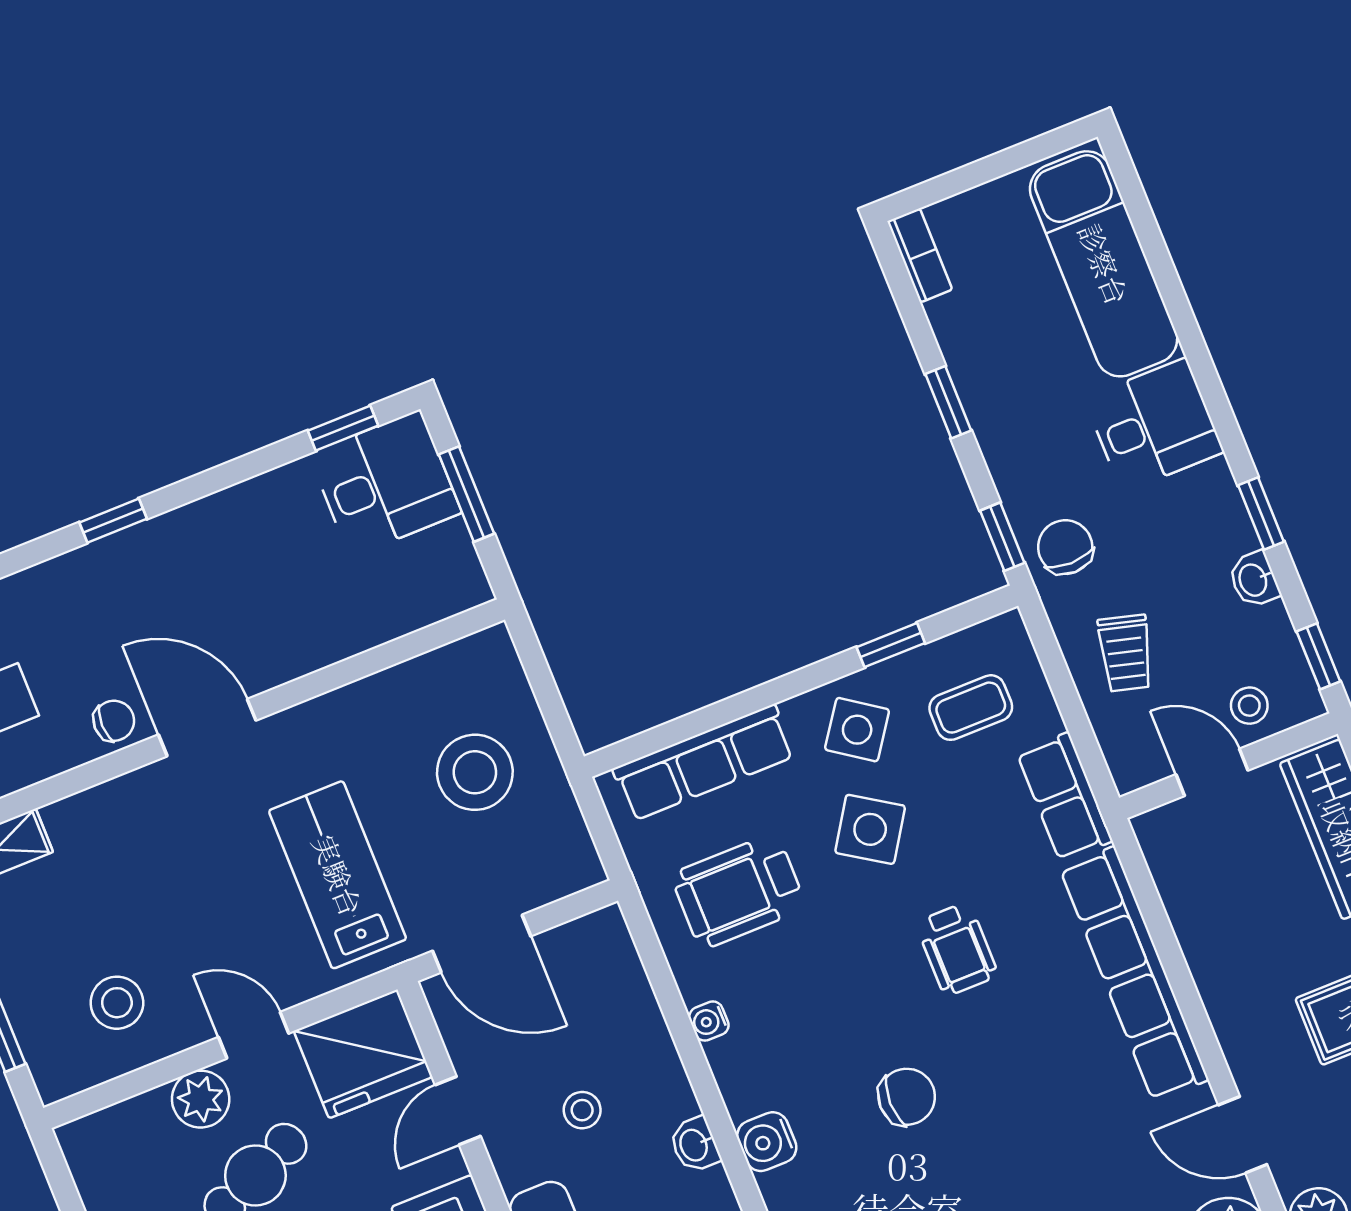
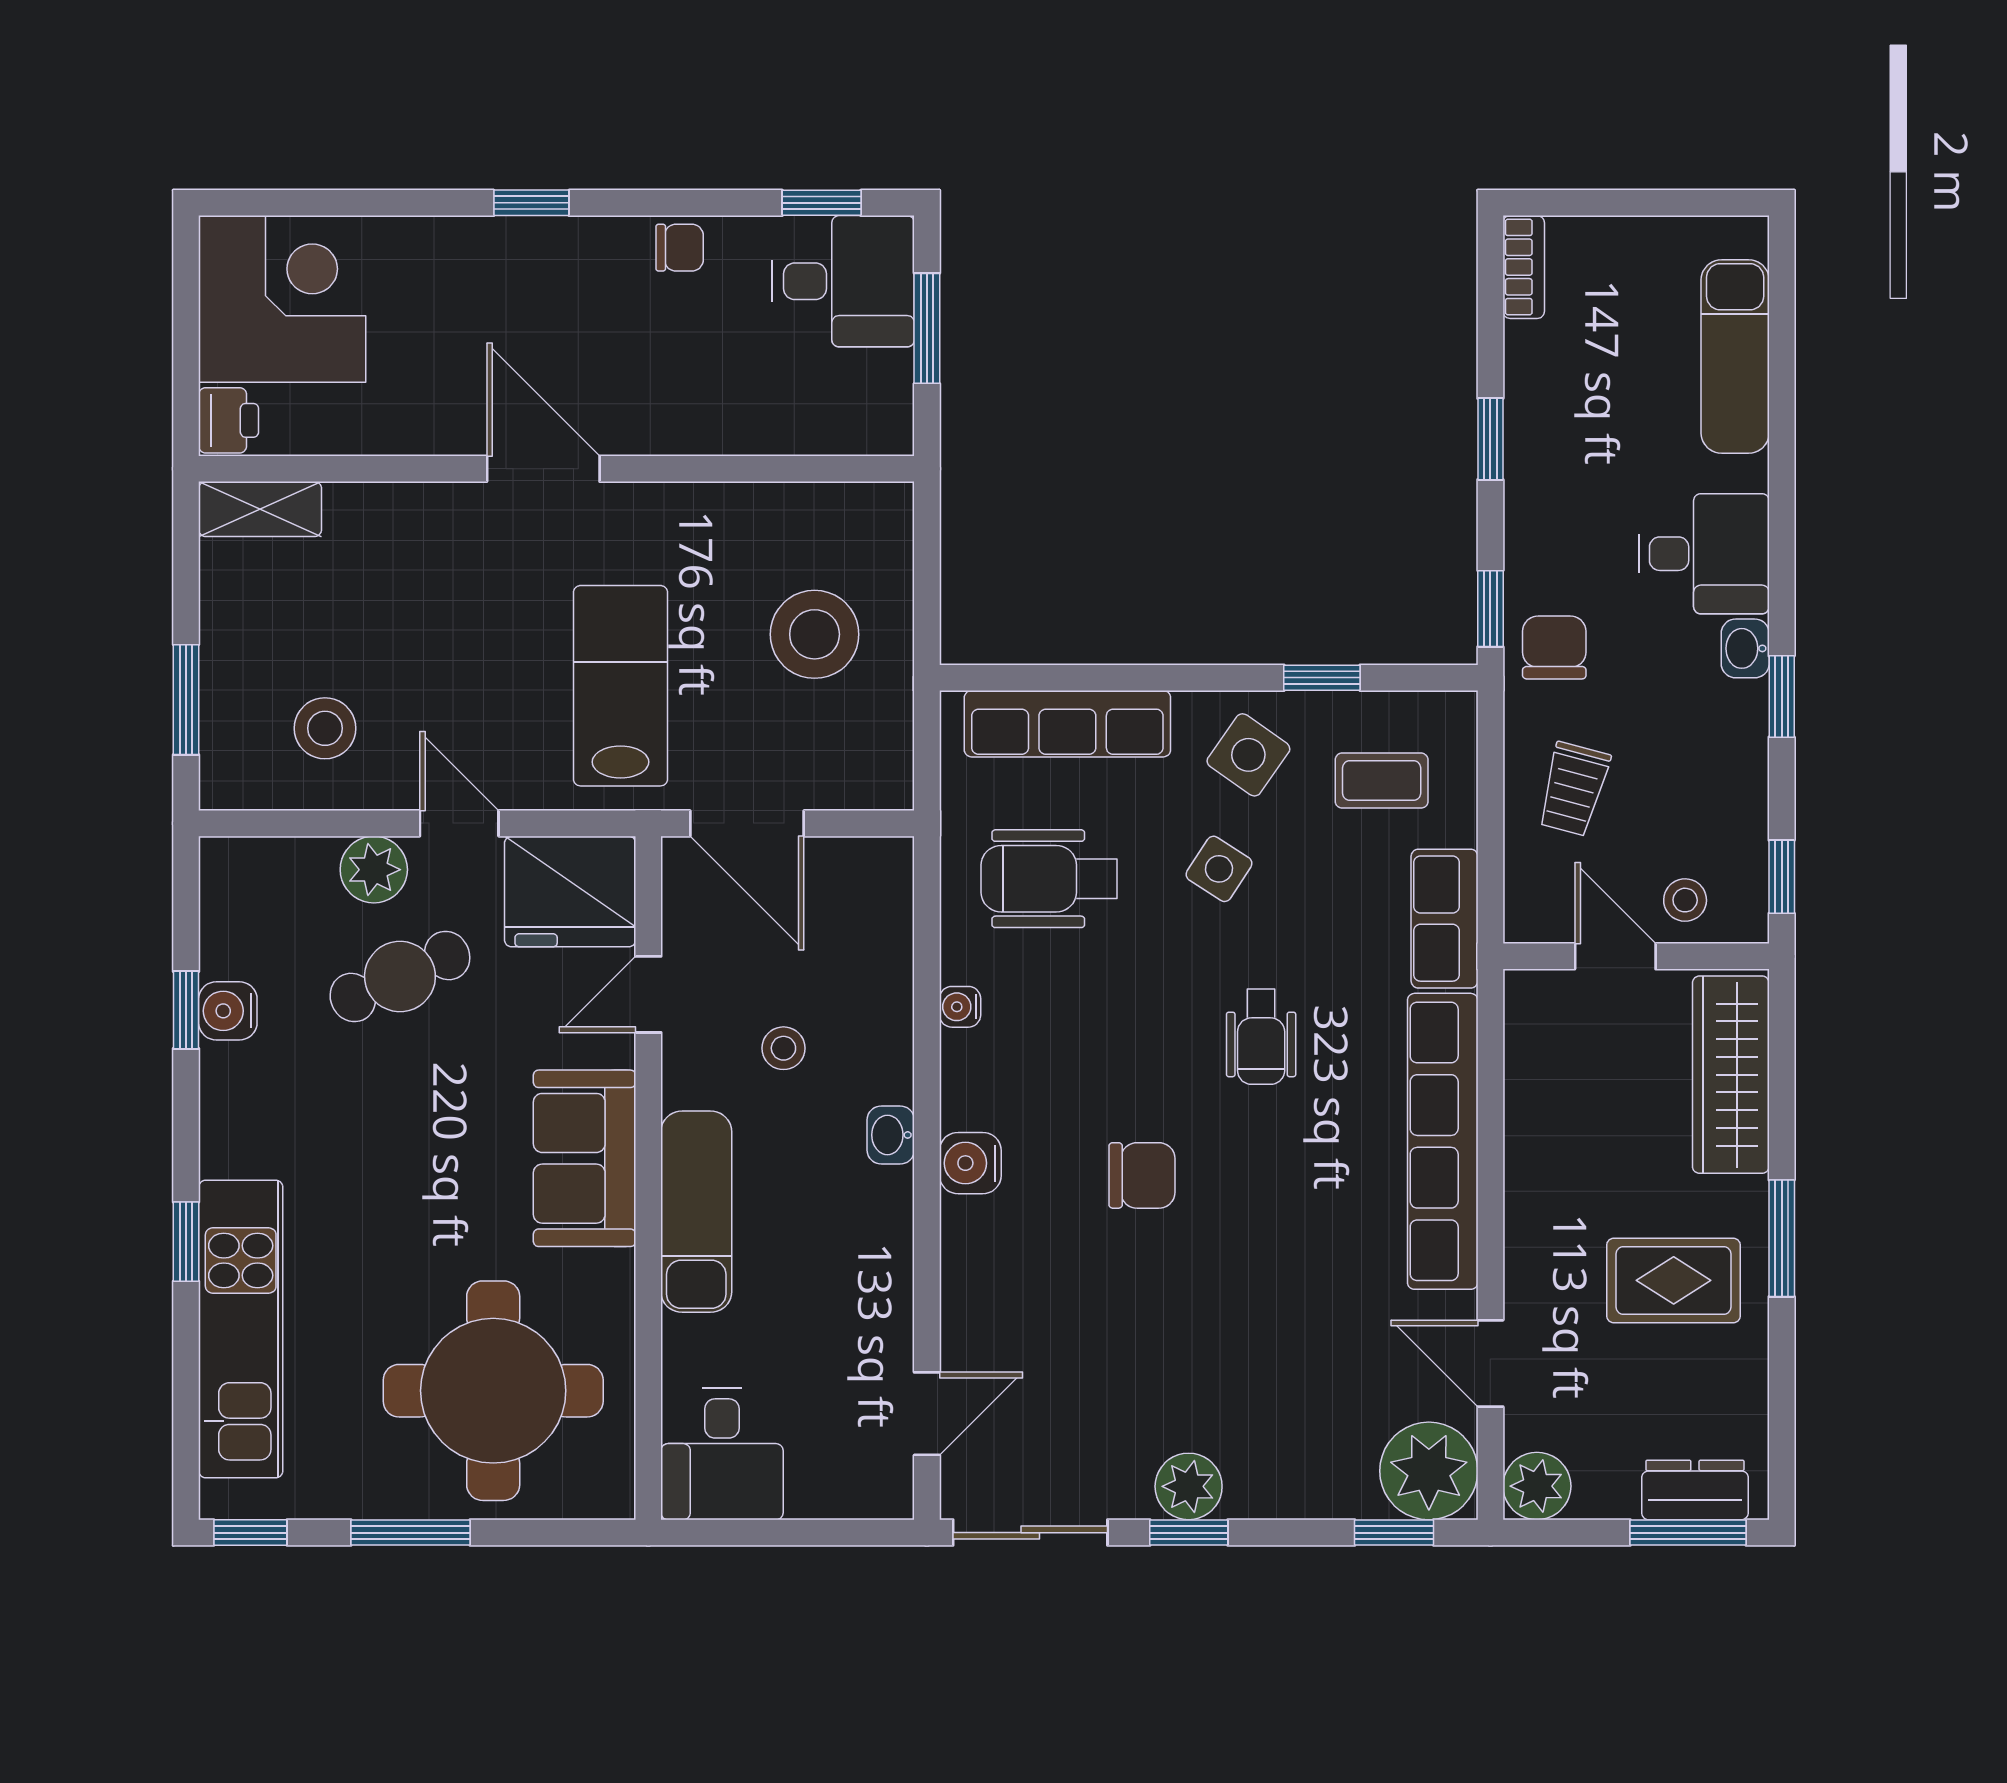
exam couch: (1104, 264) -> (1735, 356), width x0.73, depth x0.69
washbasin: (1254, 580) -> (1745, 648), moved
chair: (114, 721) -> (680, 248), moved
side table: (870, 829) -> (1219, 869), width x0.73, depth x0.73

